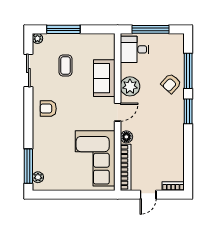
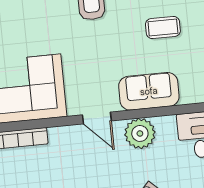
floor lamp: (126, 137) -> (59, 136), removed

